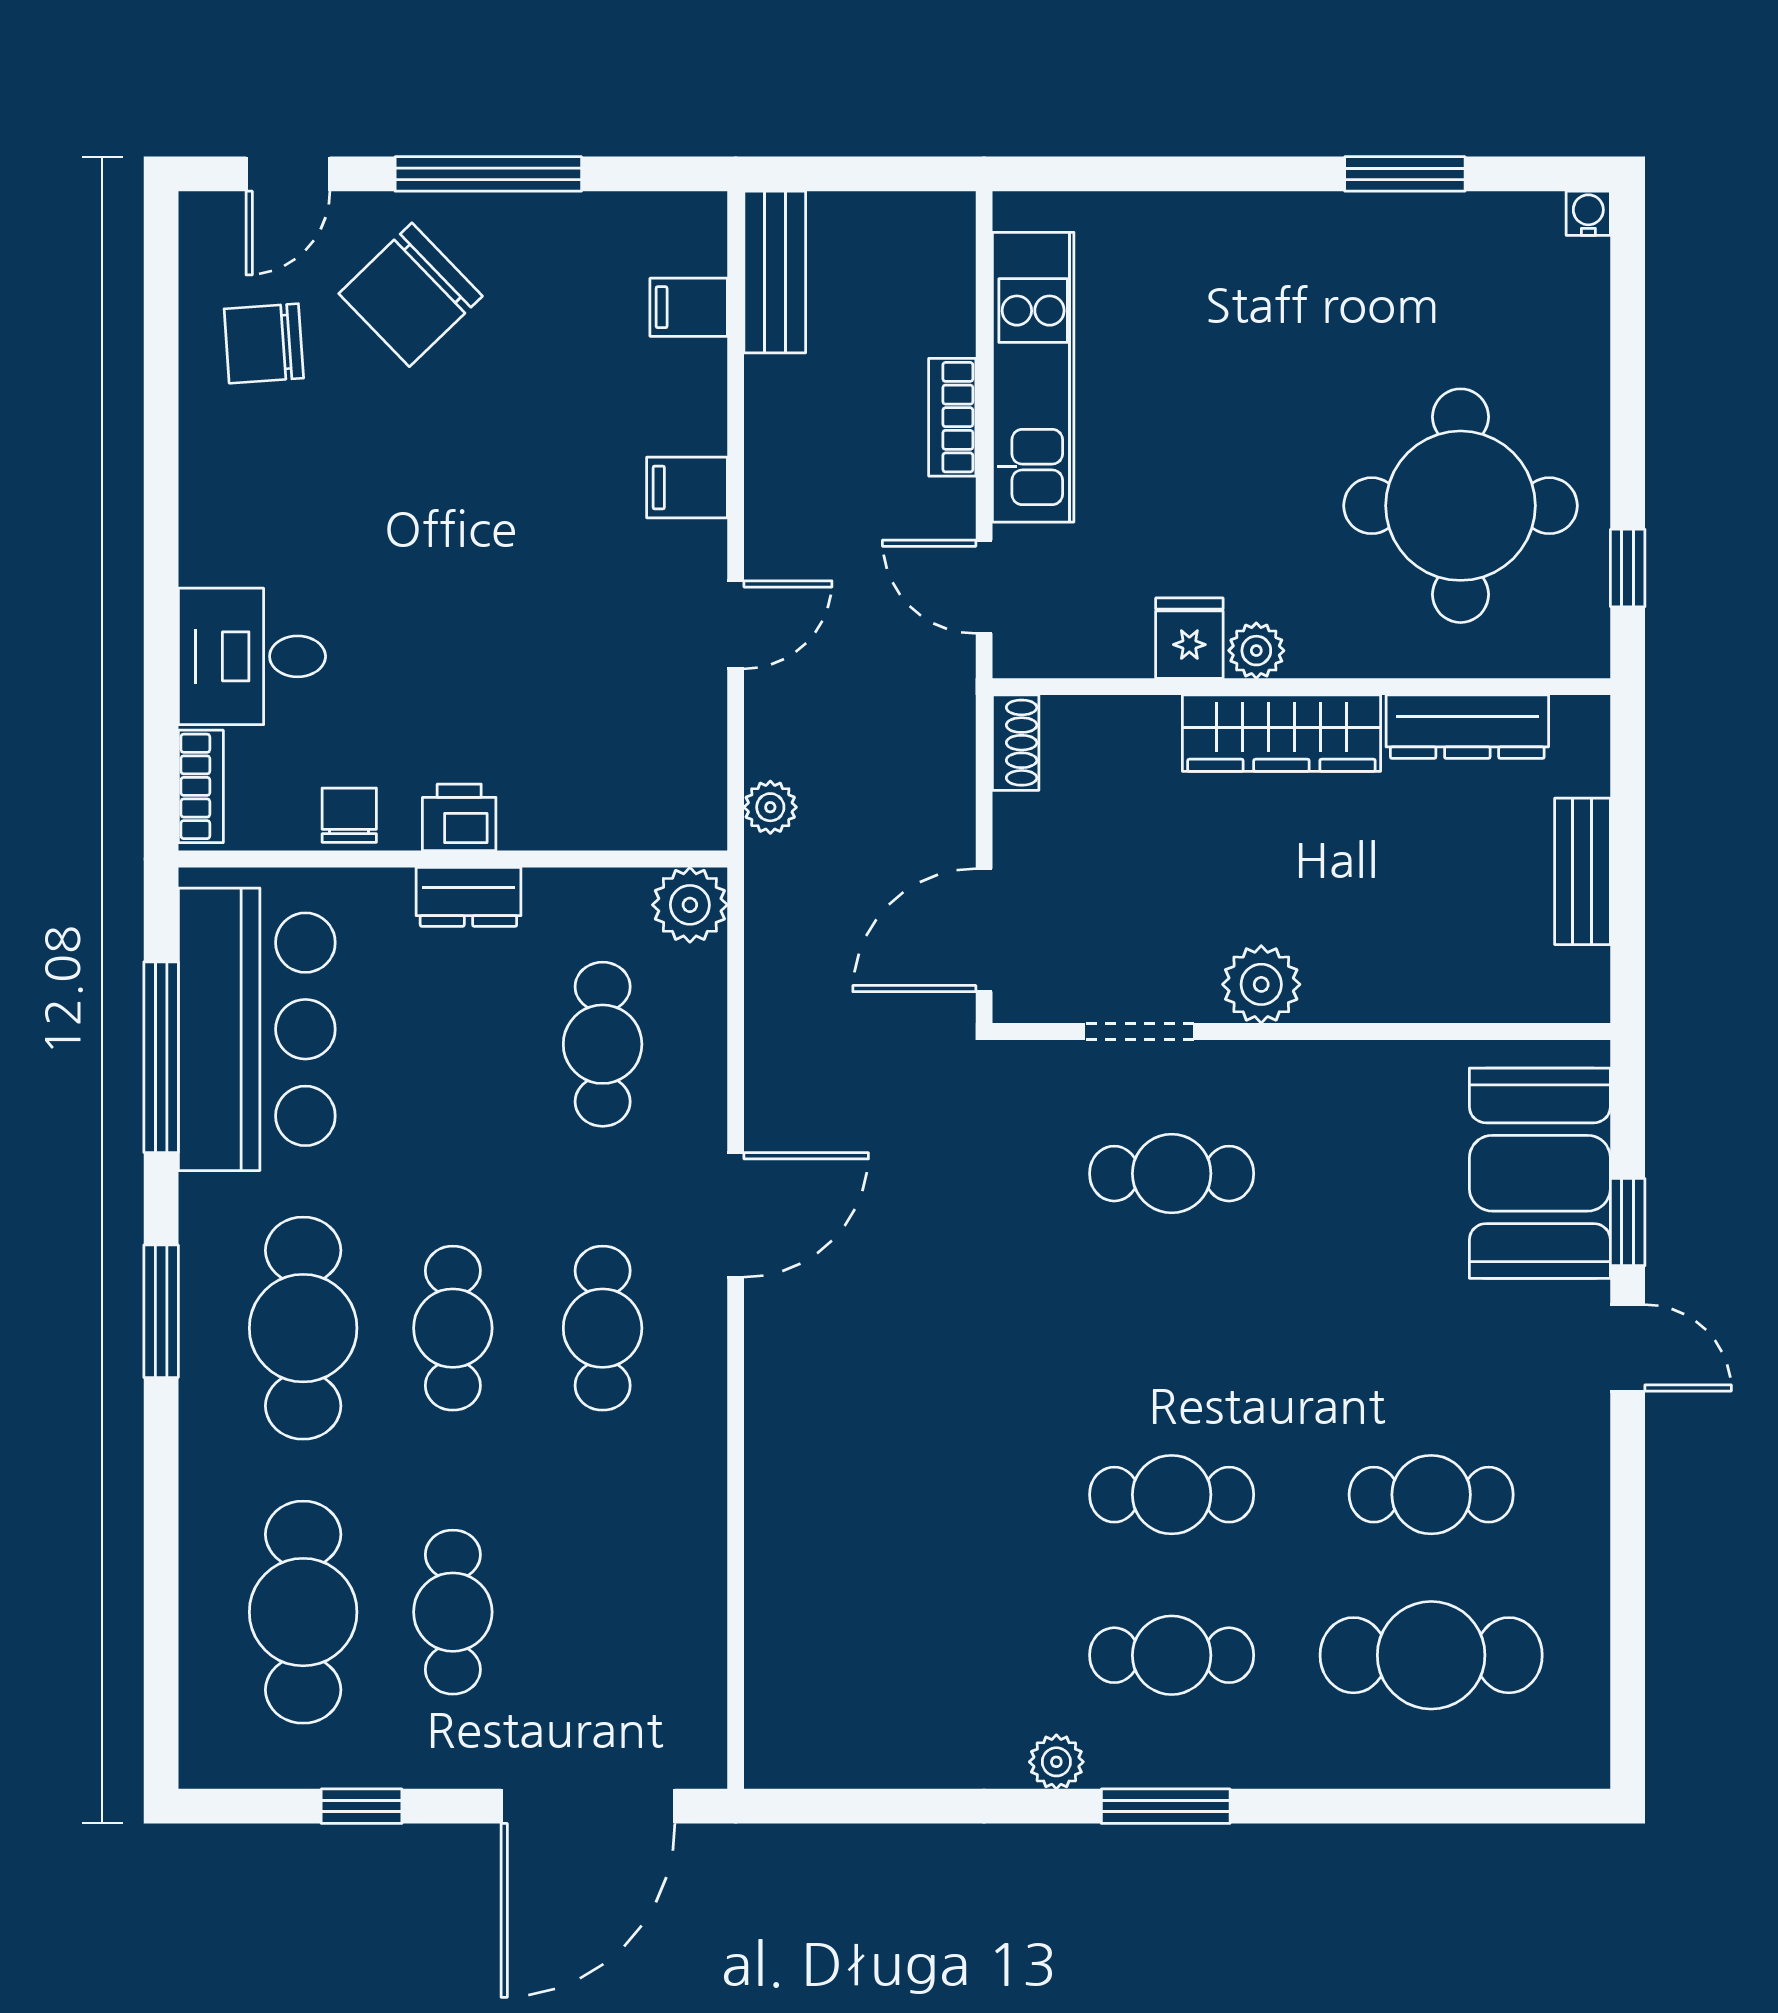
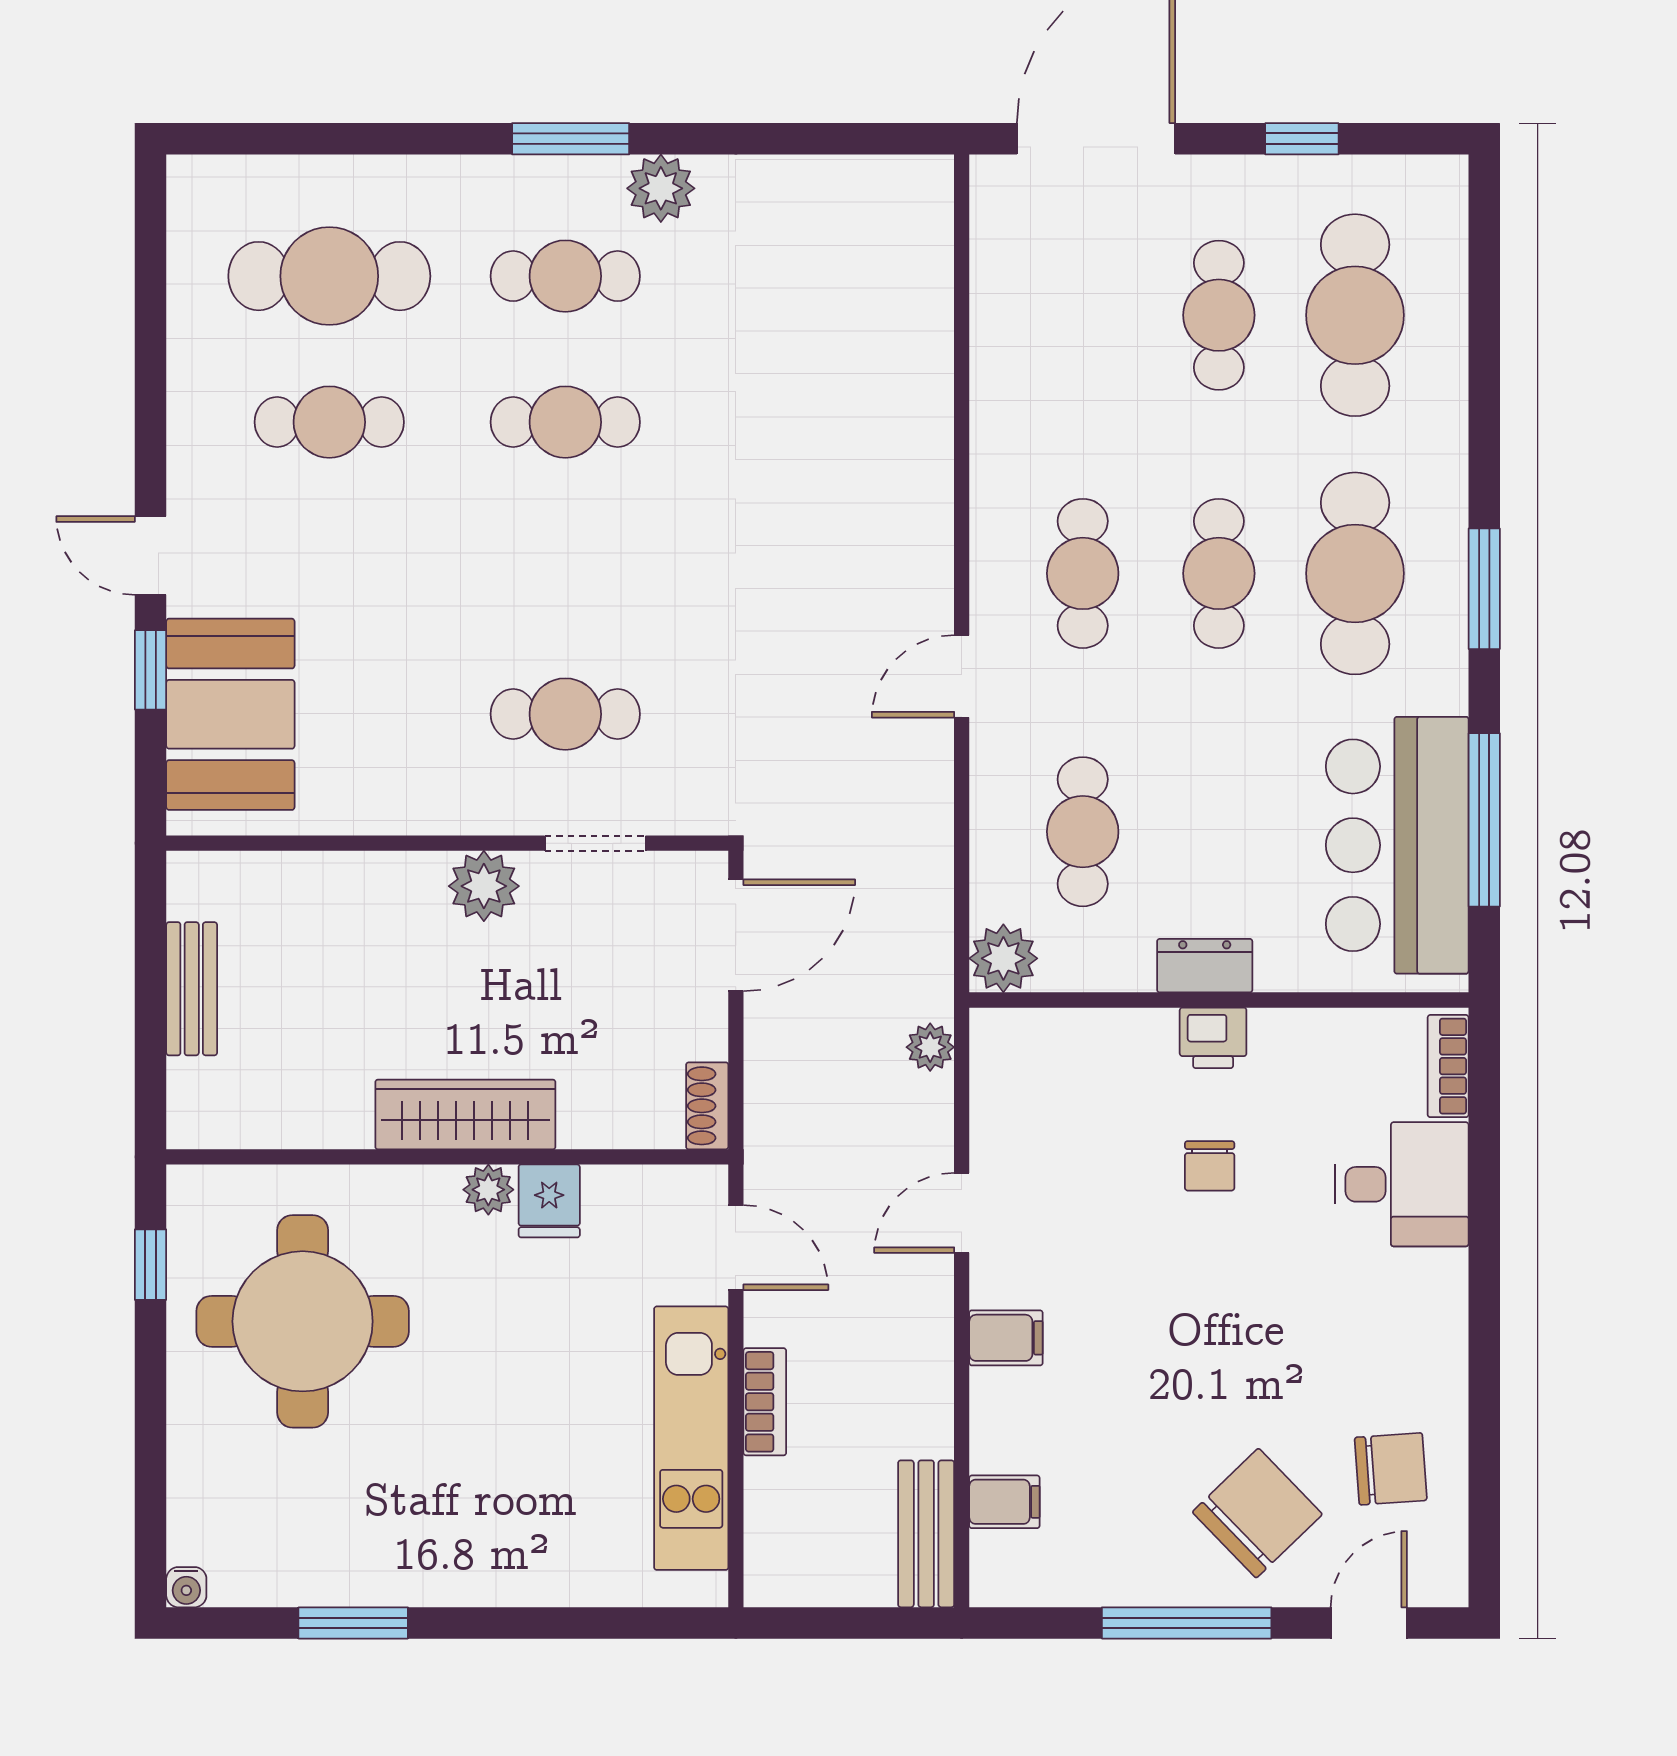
dresser: (1467, 727) -> (296, 1120), removed
chair: (349, 815) -> (1210, 1166), moved
door: (736, 1215) -> (962, 676), width x0.73
plant: (1056, 1762) -> (661, 188), width x1.38, depth x1.38

